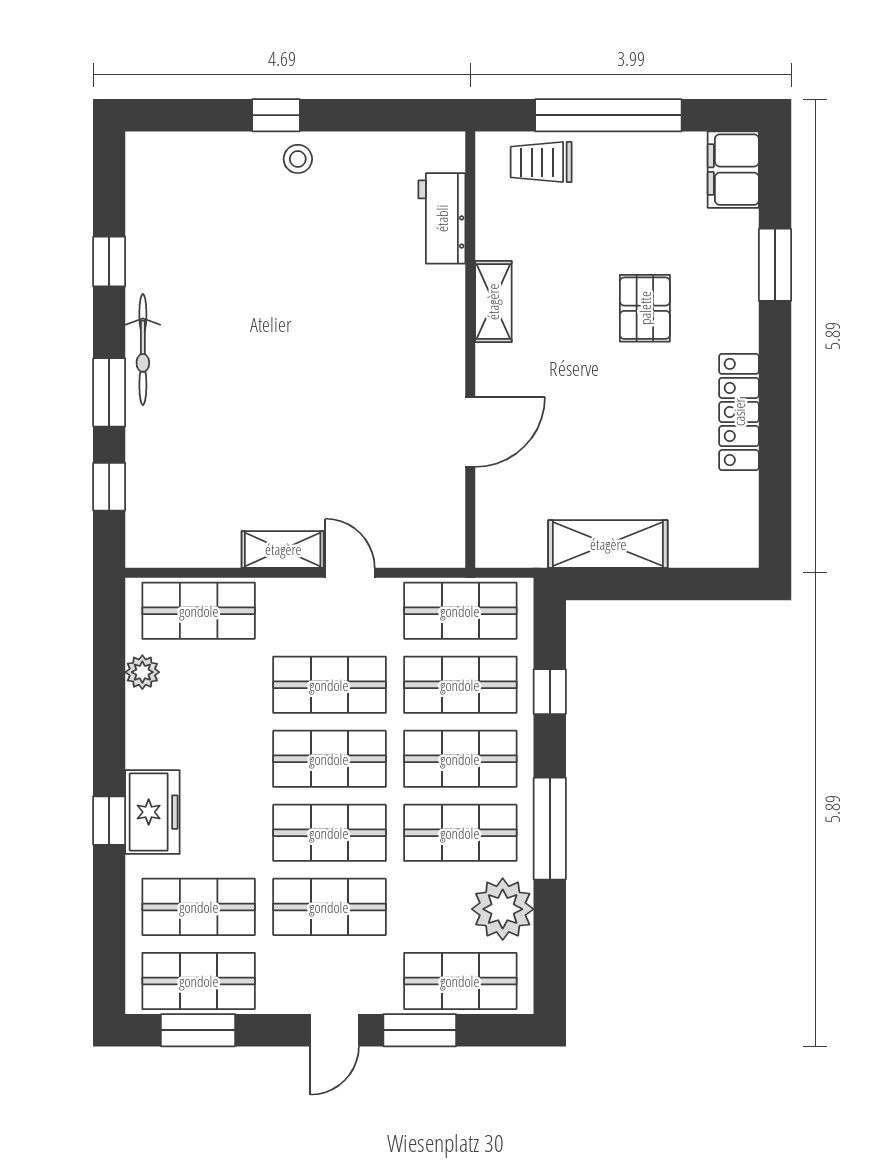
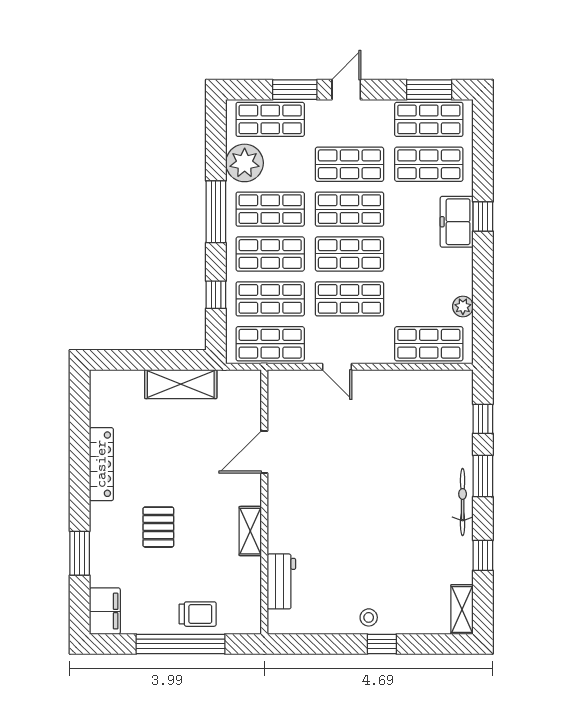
trolley: (541, 162) -> (198, 614), moved
shelving: (283, 549) -> (462, 609), moved, turned 90

